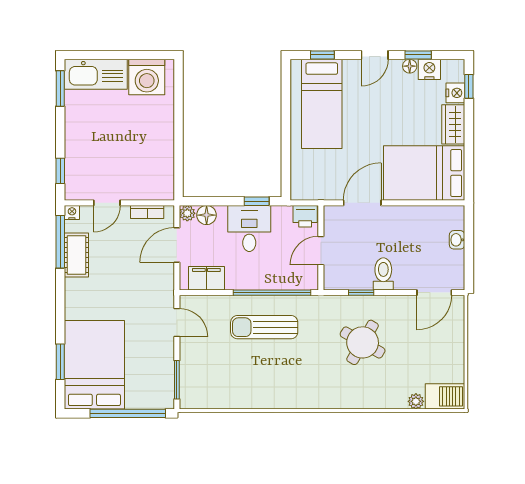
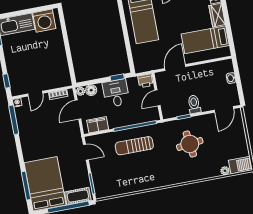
bed: (424, 173) -> (205, 40), width x0.67
cot: (76, 255) -> (78, 196), moved, turned 90
round table: (363, 342) -> (190, 144), turned -37
window: (60, 362) -> (26, 186), width x1.44

